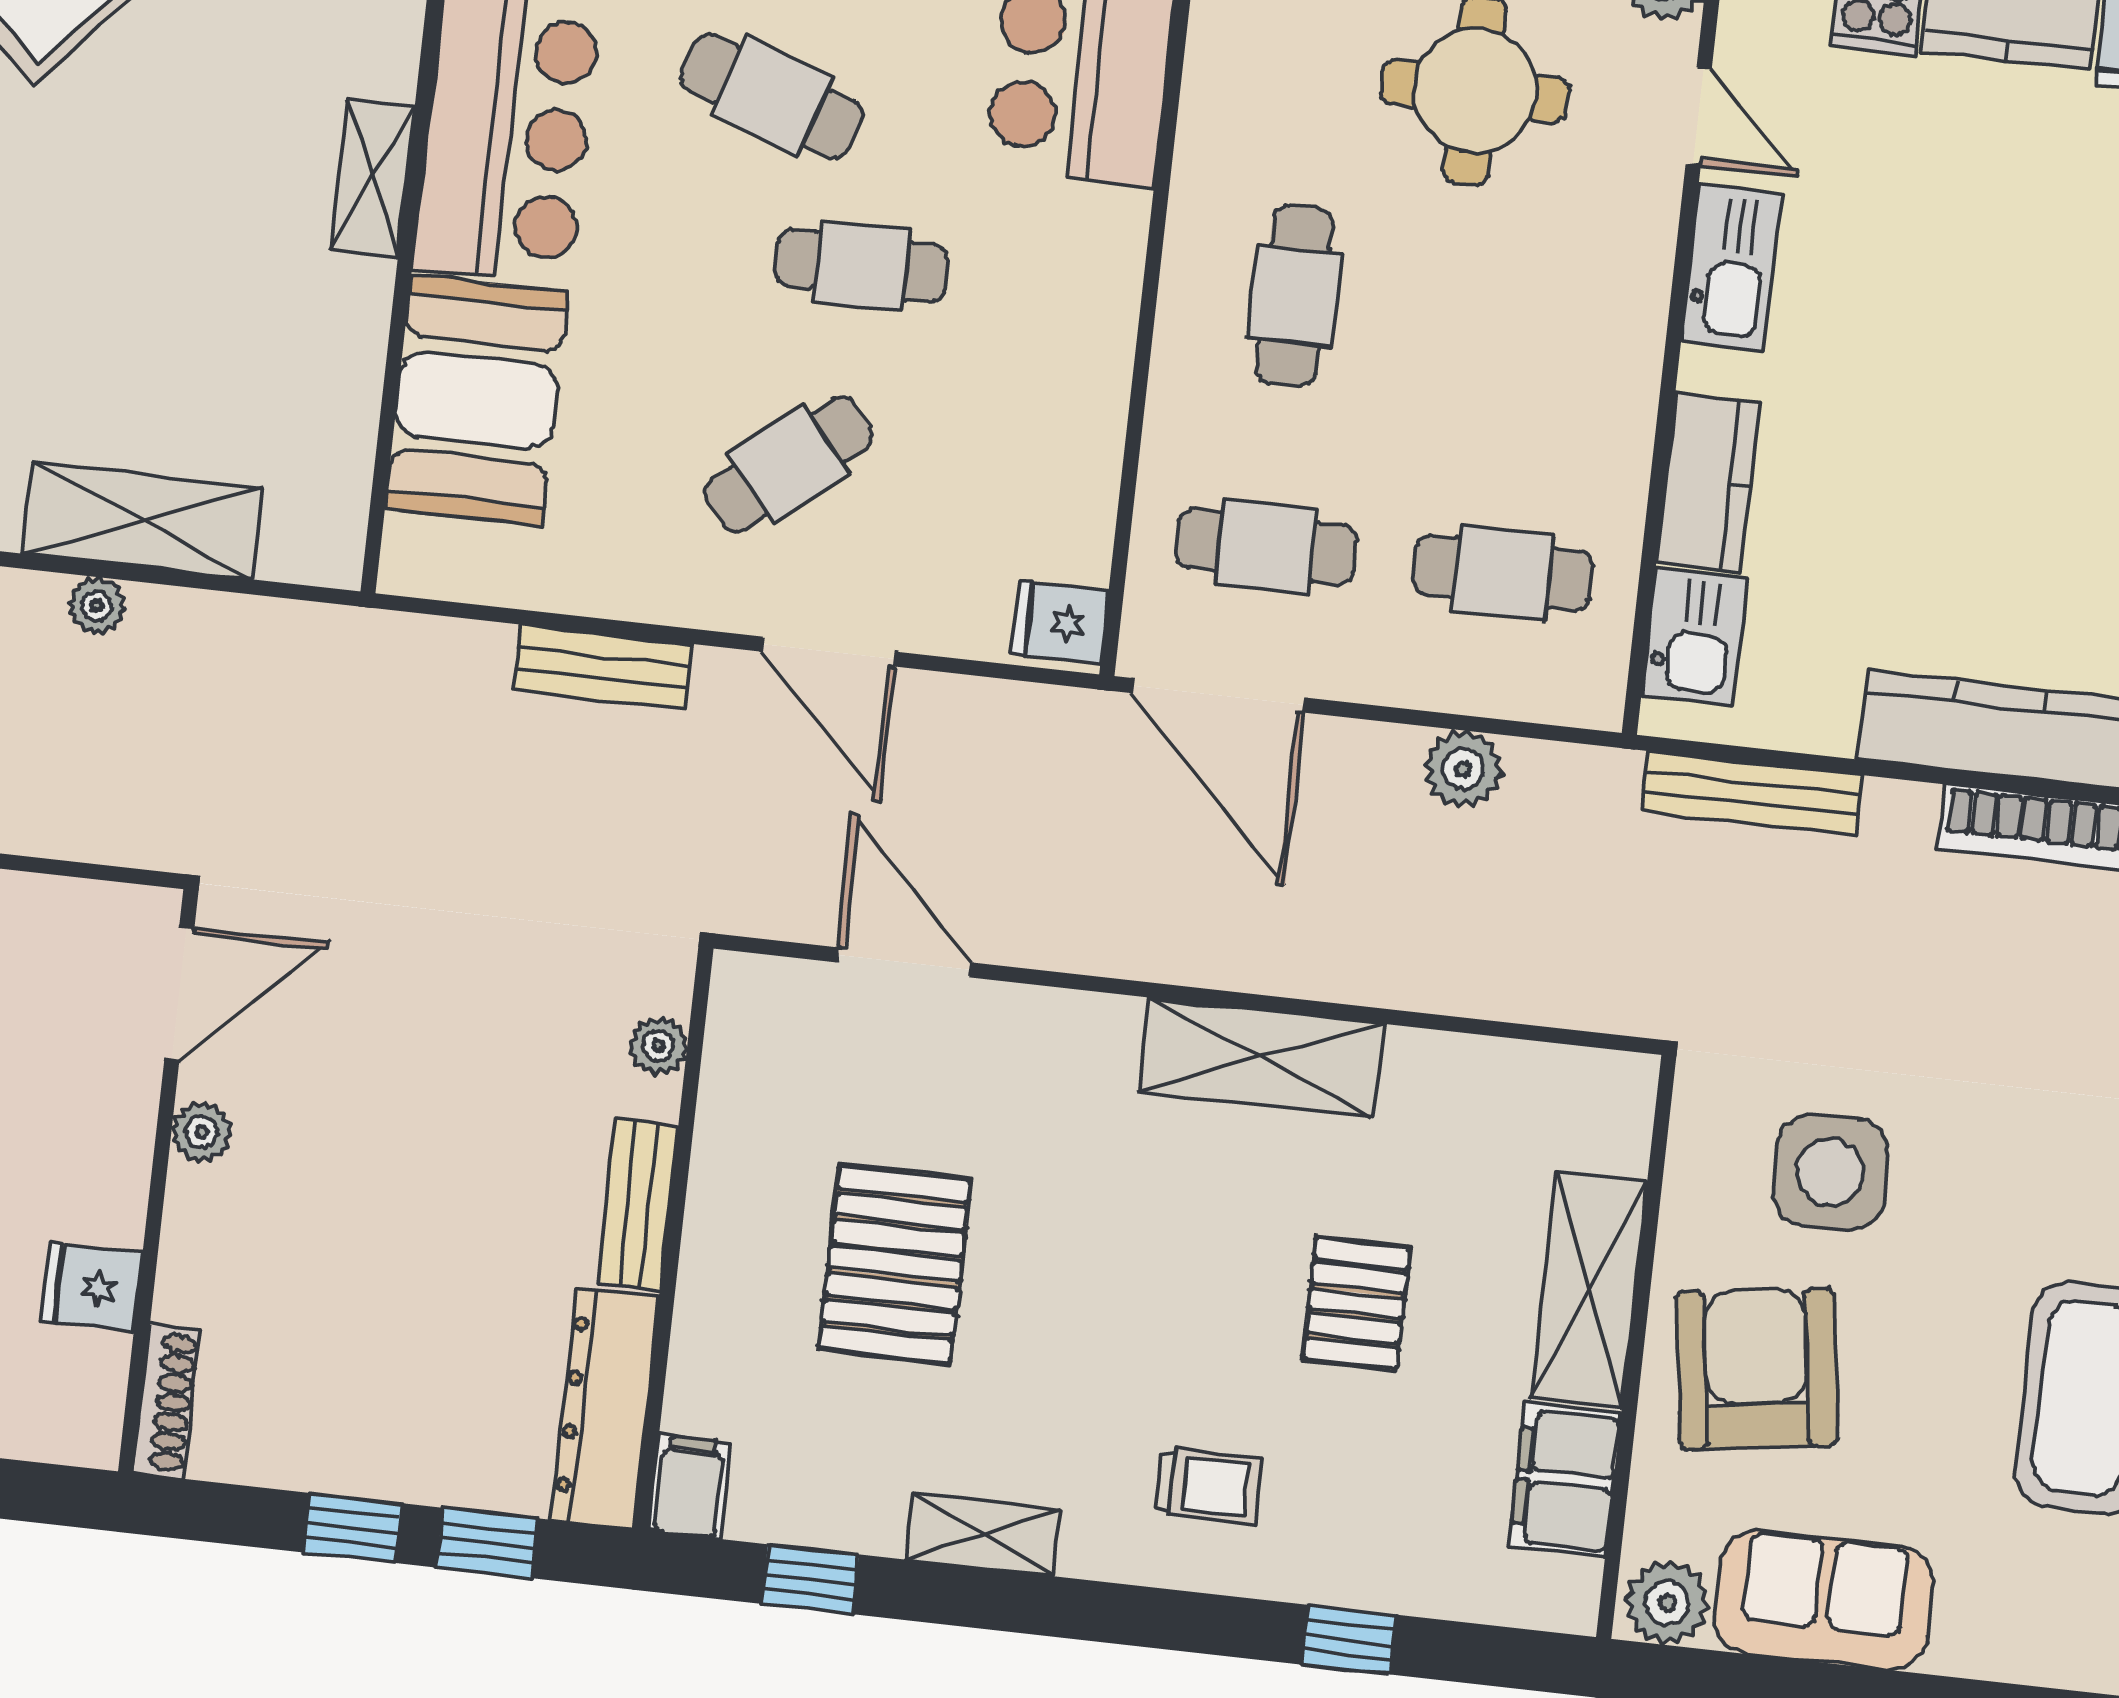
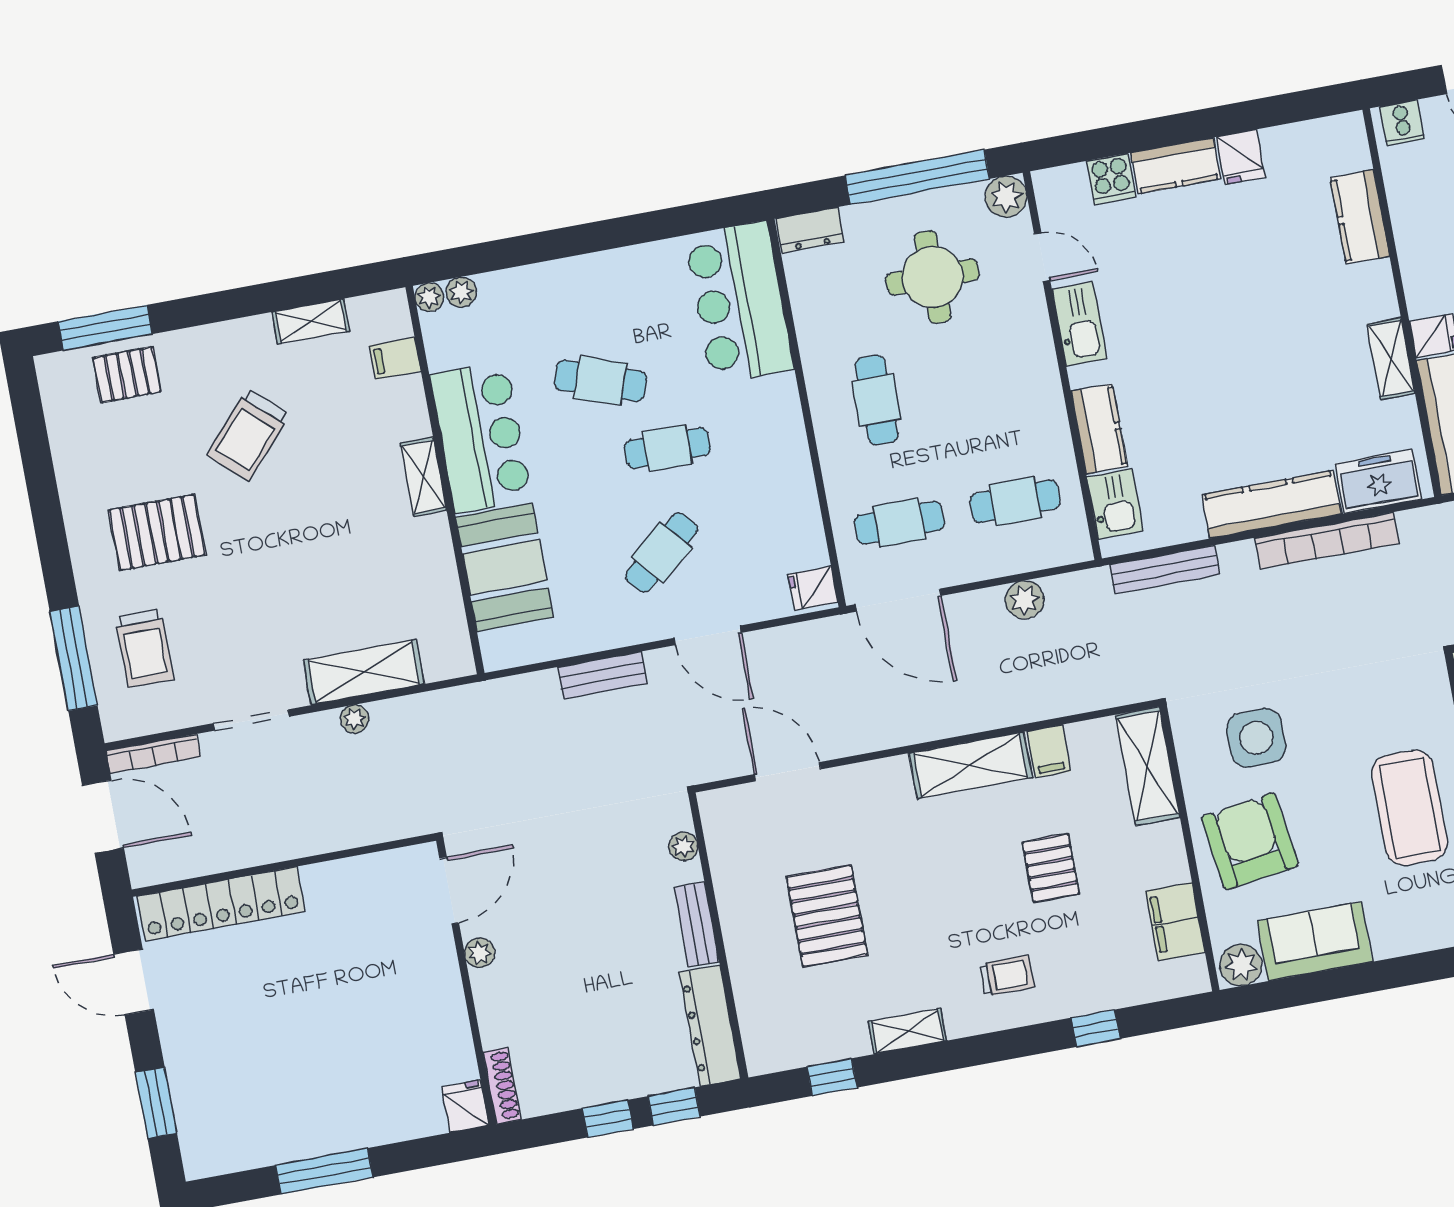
fridge: (91, 1287) -> (465, 1106), moved, turned 90
shelving: (1589, 1289) -> (1148, 766), moved
filing cabinet: (689, 1487) -> (1049, 751), moved, turned 180

